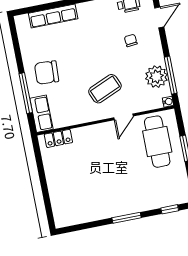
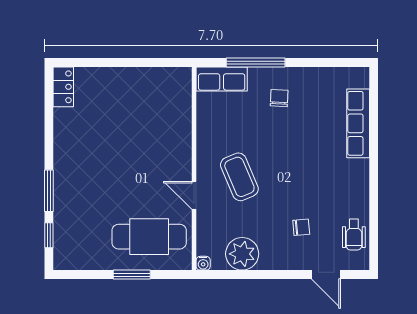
chair: (47, 72) -> (279, 98), width x0.54, depth x0.54
window: (171, 75) -> (240, 275), removed
locker: (58, 138) -> (63, 87), moved, turned 180
window: (127, 218) -> (49, 191), moved

